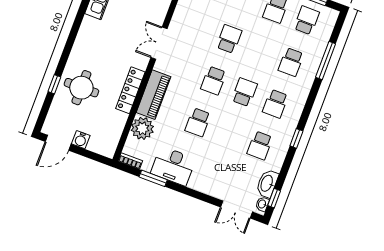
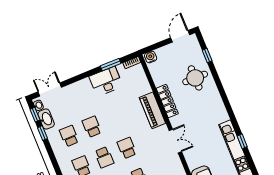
window: (54, 84) -> (207, 56), moved
school desk: (198, 122) -> (92, 127), moved
plant: (142, 128) -> (142, 86), removed
window: (296, 138) -> (43, 133), moved
water cooler: (81, 140) -> (151, 57), moved

